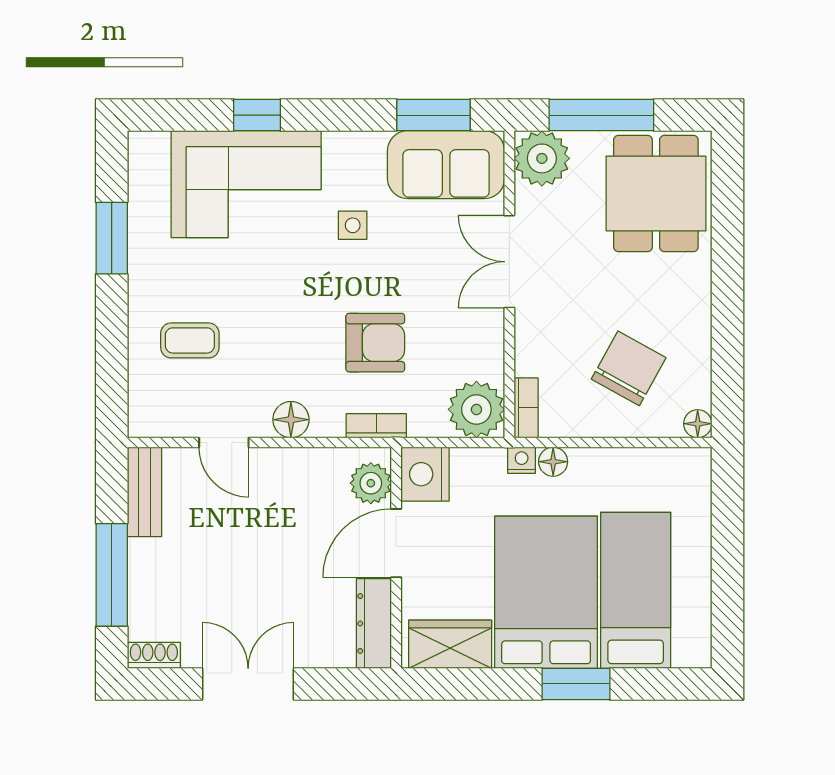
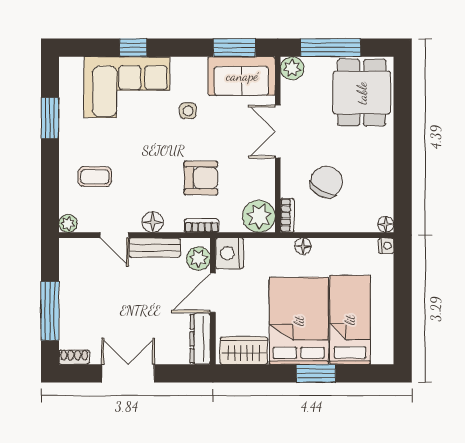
plant: (542, 158) -> (292, 68), width x0.73, depth x0.73
chair: (629, 368) -> (326, 182), moved
plant: (143, 422) -> (68, 223), added
nightstand: (522, 460) -> (386, 246), moved, turned 90
bench: (144, 492) -> (155, 248), moved, turned 90

